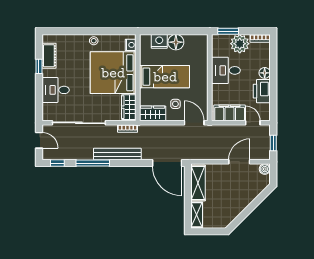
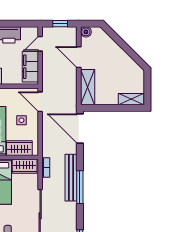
wardrobe: (153, 113) -> (19, 148), moved, turned 90
door: (194, 123) -> (40, 102), hinge flipped
window: (93, 163) -> (80, 187), moved
door: (167, 163) -> (80, 128), swing flipped
shelving: (198, 183) -> (88, 87), moved, turned 90

